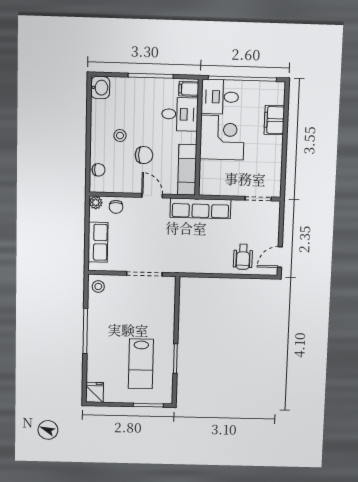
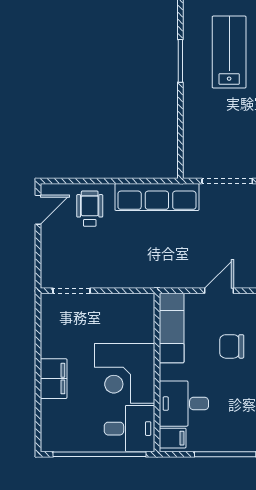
filing cabinet: (274, 120) -> (54, 379), moved
door: (152, 196) -> (219, 291), swing flipped
row of seats: (200, 208) -> (157, 197), moved, turned 180

